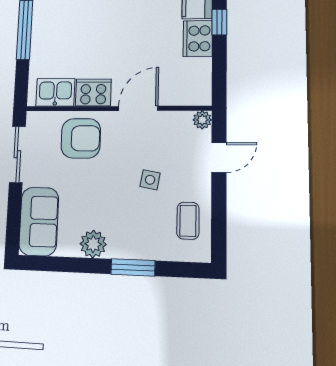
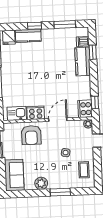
window: (219, 22) -> (95, 103), moved
cooker: (198, 38) -> (85, 109), moved
armchair: (81, 138) -> (31, 135), turned 90

